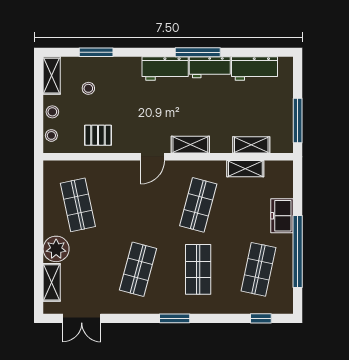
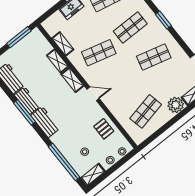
window: (96, 52) -> (64, 162), width x2.11
shelving: (251, 145) -> (57, 61), moved

